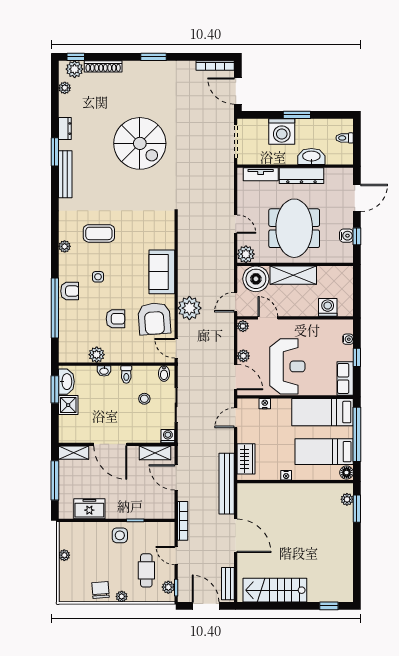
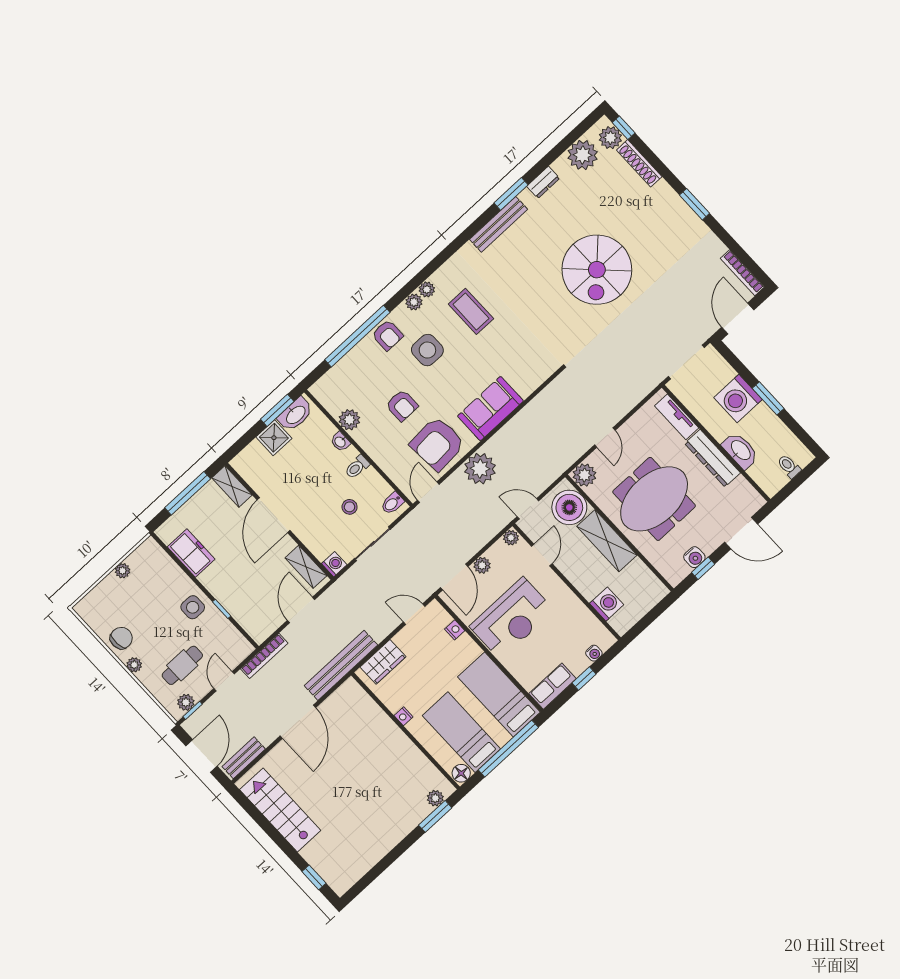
plant: (65, 88) -> (583, 155), width x1.87, depth x1.87
plant: (65, 260) -> (414, 302), added
side table: (98, 277) -> (427, 350), width x1.87, depth x1.87

